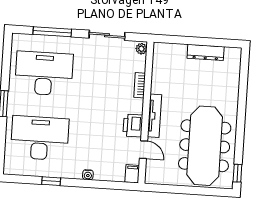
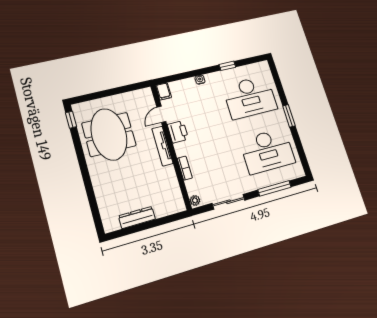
meeting table: (205, 146) -> (109, 134), width x0.73
door: (143, 150) -> (161, 114), hinge flipped

